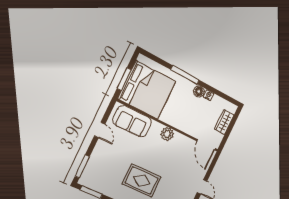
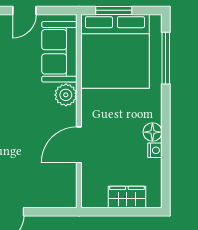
window: (185, 75) -> (166, 58), moved
plant: (167, 134) -> (66, 95), moved
door: (206, 145) -> (79, 145), moved

